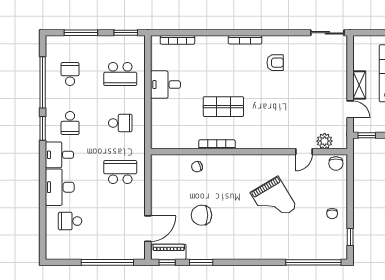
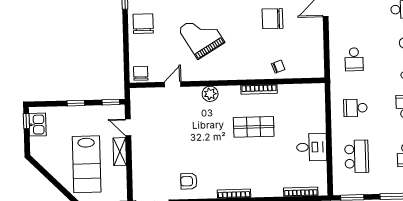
armchair: (275, 63) -> (189, 181), moved
school desk: (120, 74) -> (357, 156), turned 90
plant: (325, 141) -> (210, 94), moved
school desk: (120, 172) -> (354, 59), width x0.54
chair: (332, 214) -> (143, 24), width x1.87, depth x1.87
chair: (201, 215) -> (272, 19), turned 180

